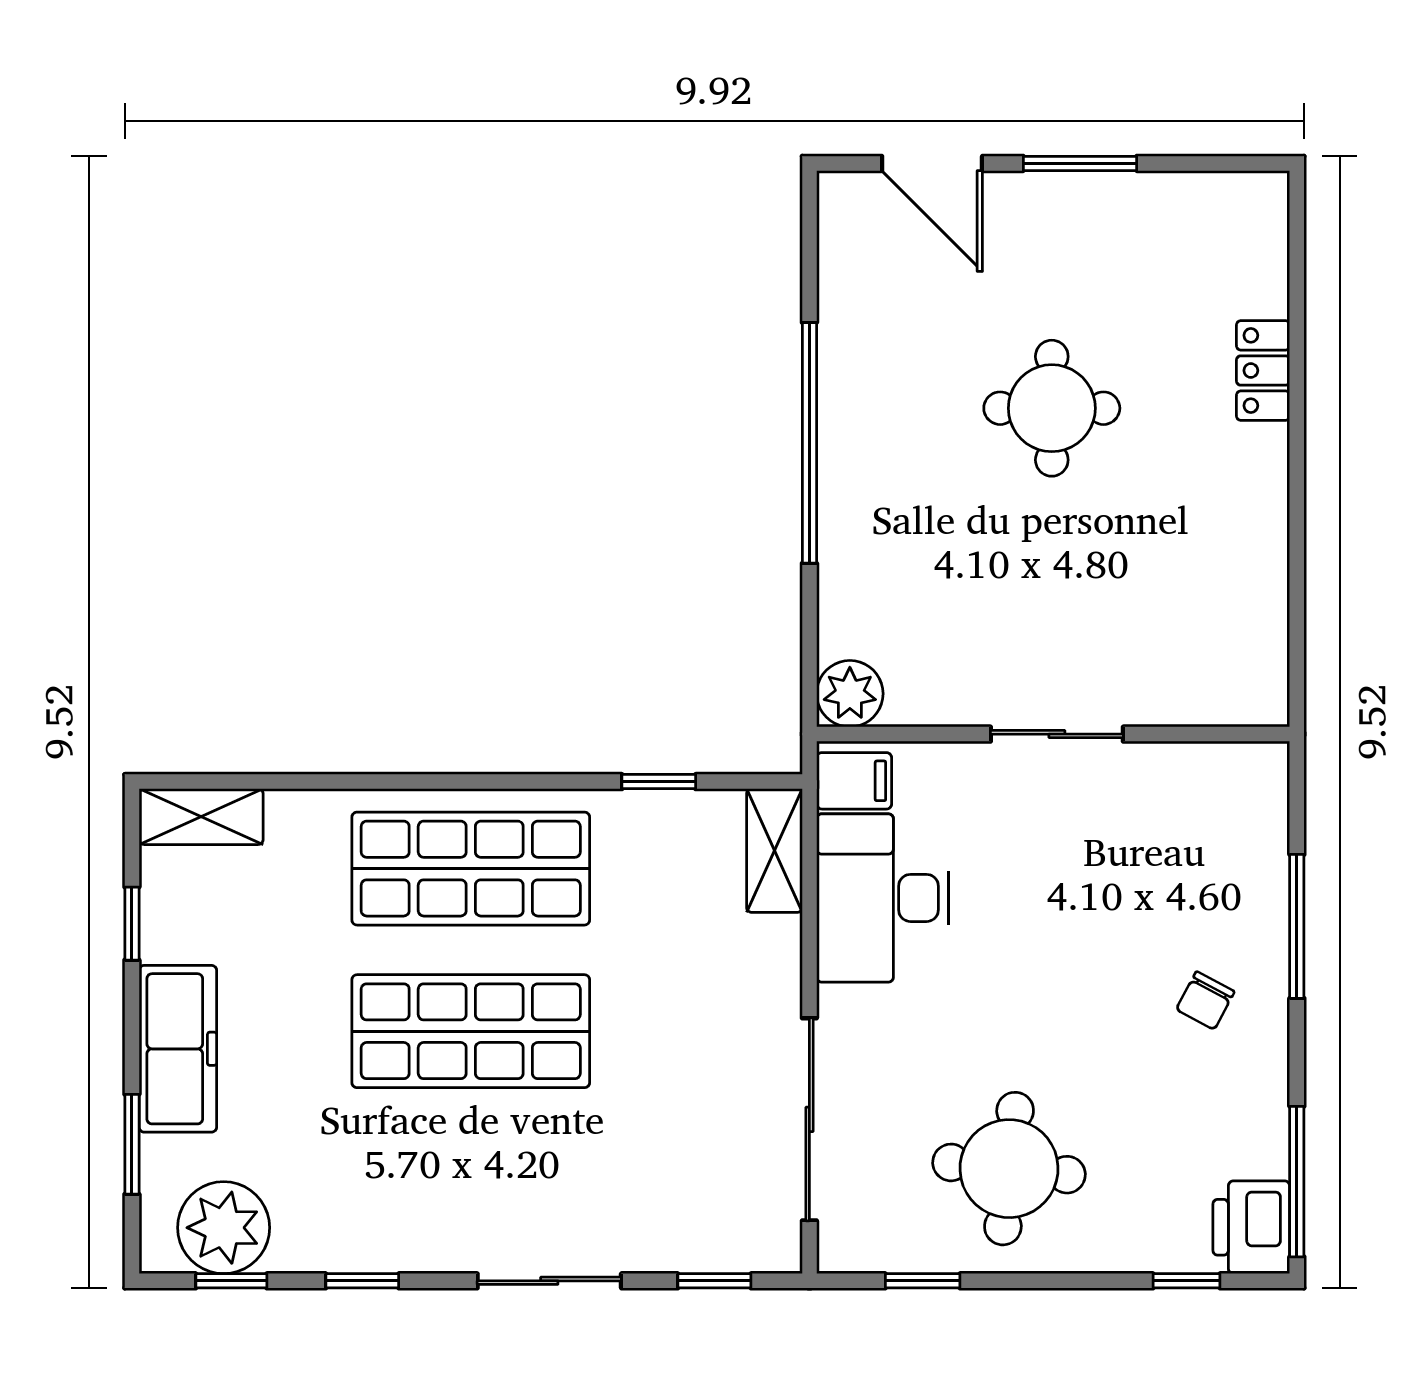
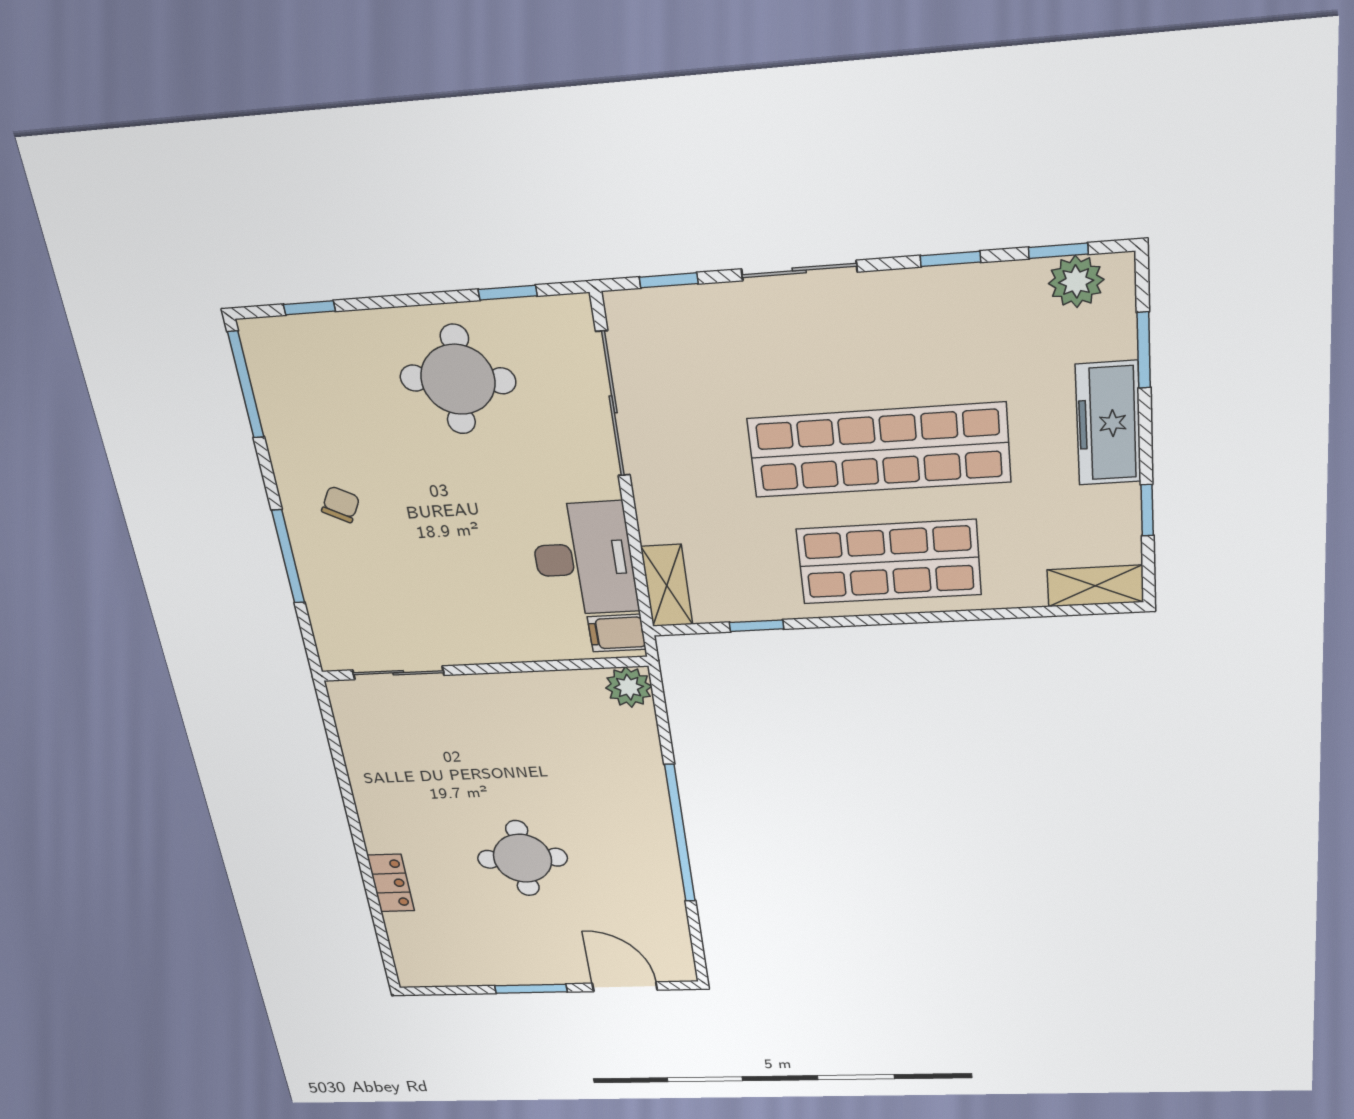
sliding door: (1057, 734) -> (398, 673), moved
shop shelf: (471, 1031) -> (879, 450), width x1.40
printer: (1251, 1227) -> (271, 350), removed
plant: (224, 1228) -> (1076, 282), width x0.73, depth x0.73

